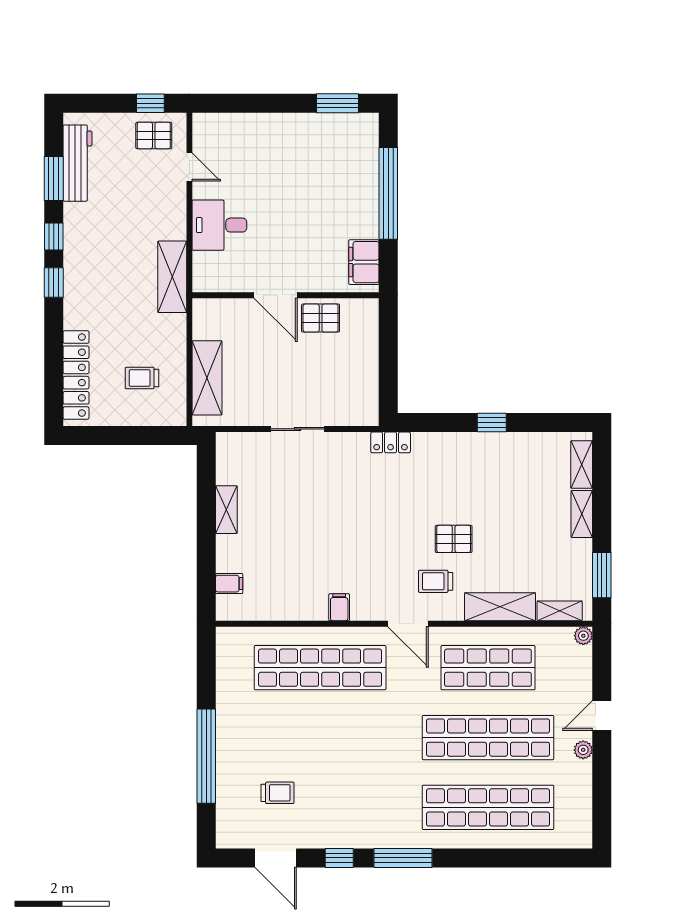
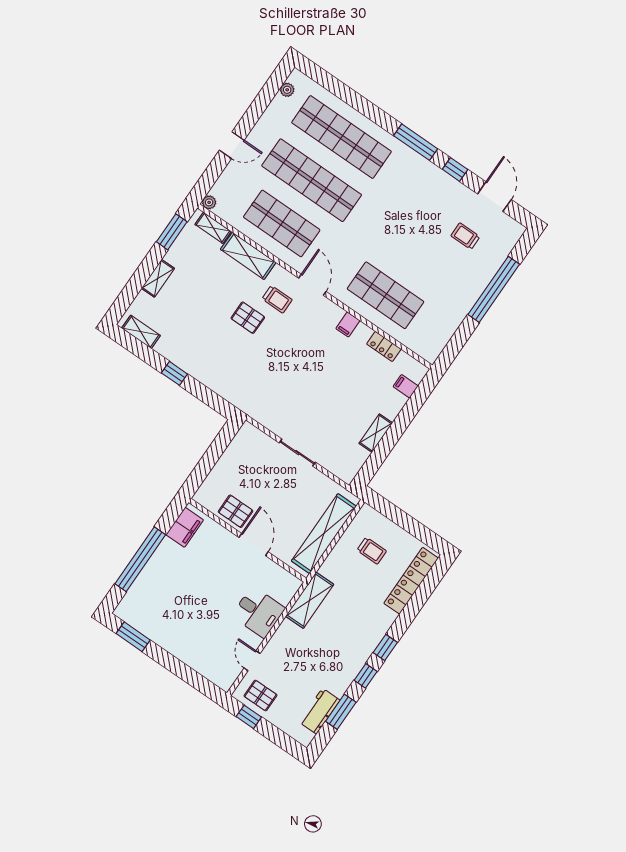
workbench: (77, 163) -> (319, 711), width x0.73
shelving: (207, 378) -> (324, 534), width x1.47
locker: (391, 442) -> (384, 347), moved, turned 180
shelving: (582, 465) -> (141, 332), moved, turned 90
shop shelf: (320, 668) -> (386, 295), width x0.71
plant: (583, 750) -> (287, 90), moved

